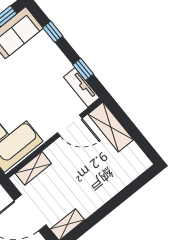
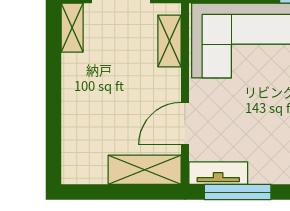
window: (83, 69) -> (238, 192), width x2.17

